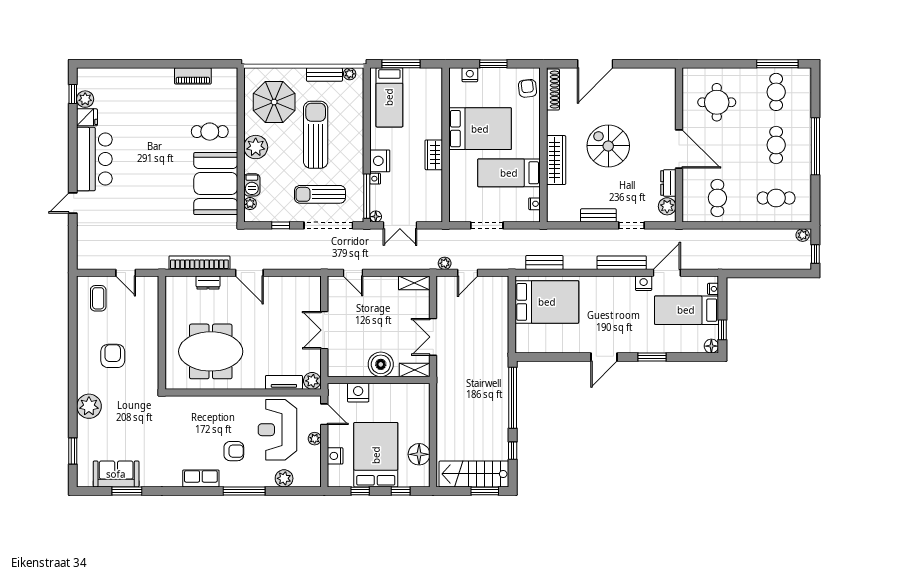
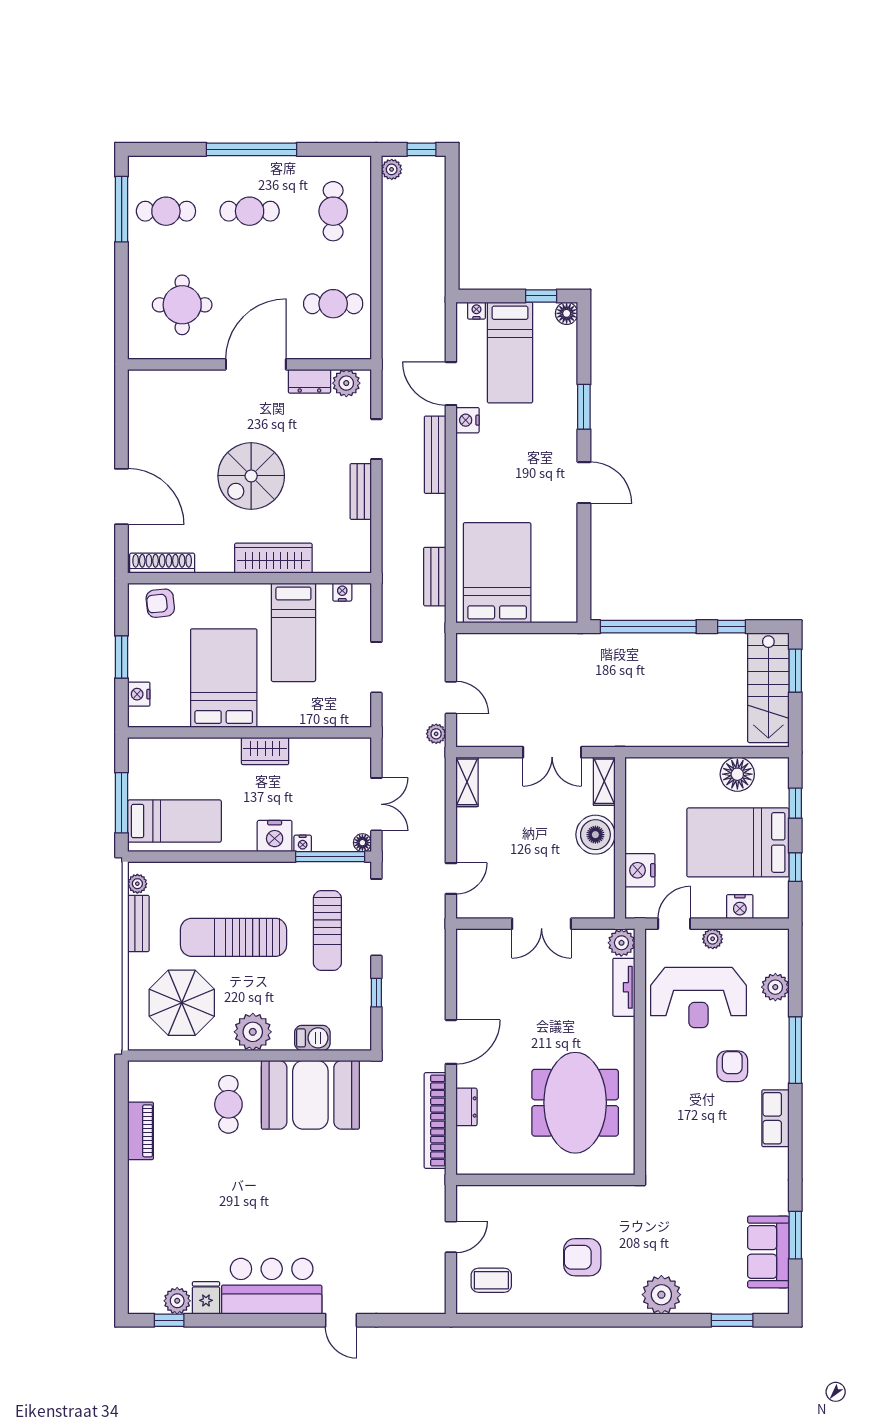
plant: (250, 204) -> (342, 1041), removed

